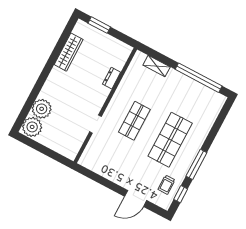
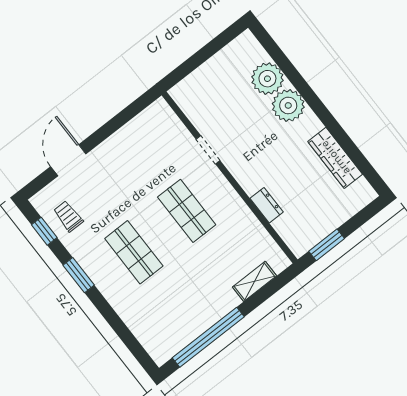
window: (99, 25) -> (327, 245), moved
plant: (32, 127) -> (288, 105), moved
shop shelf: (170, 140) -> (134, 252), width x0.70, depth x0.74
window: (196, 164) -> (79, 275), width x0.69

